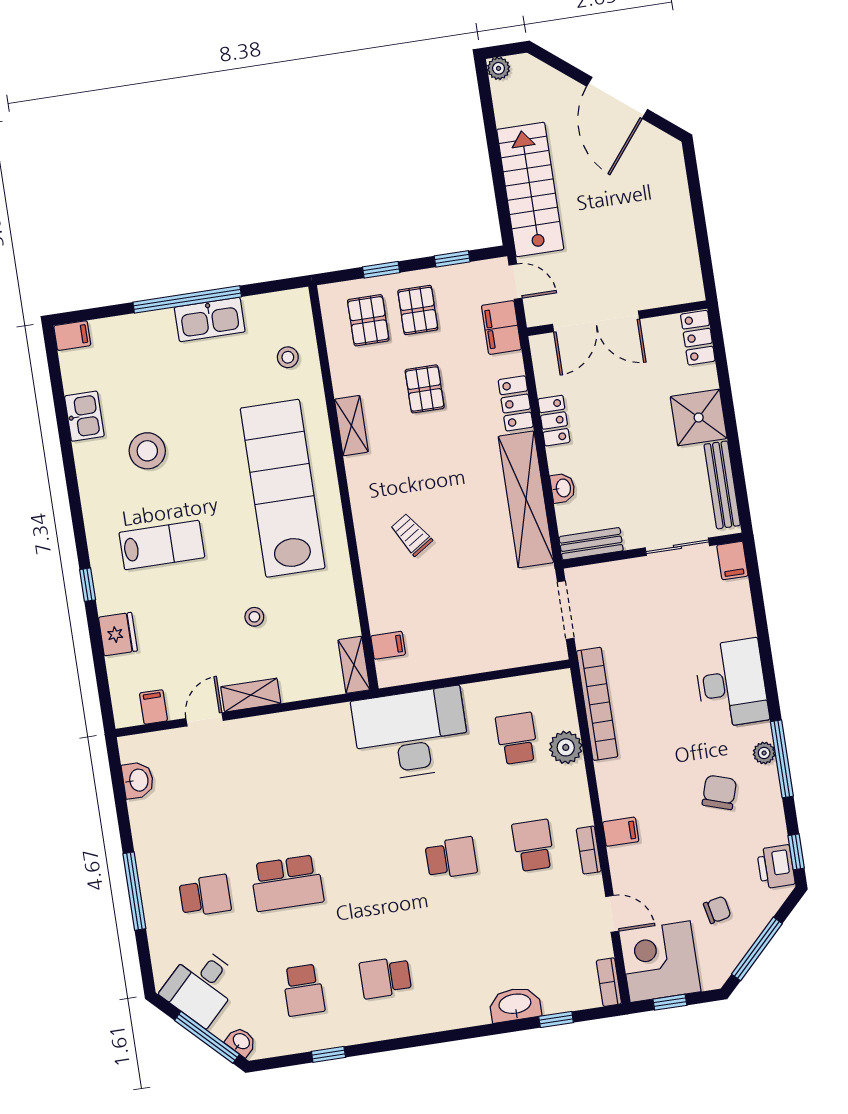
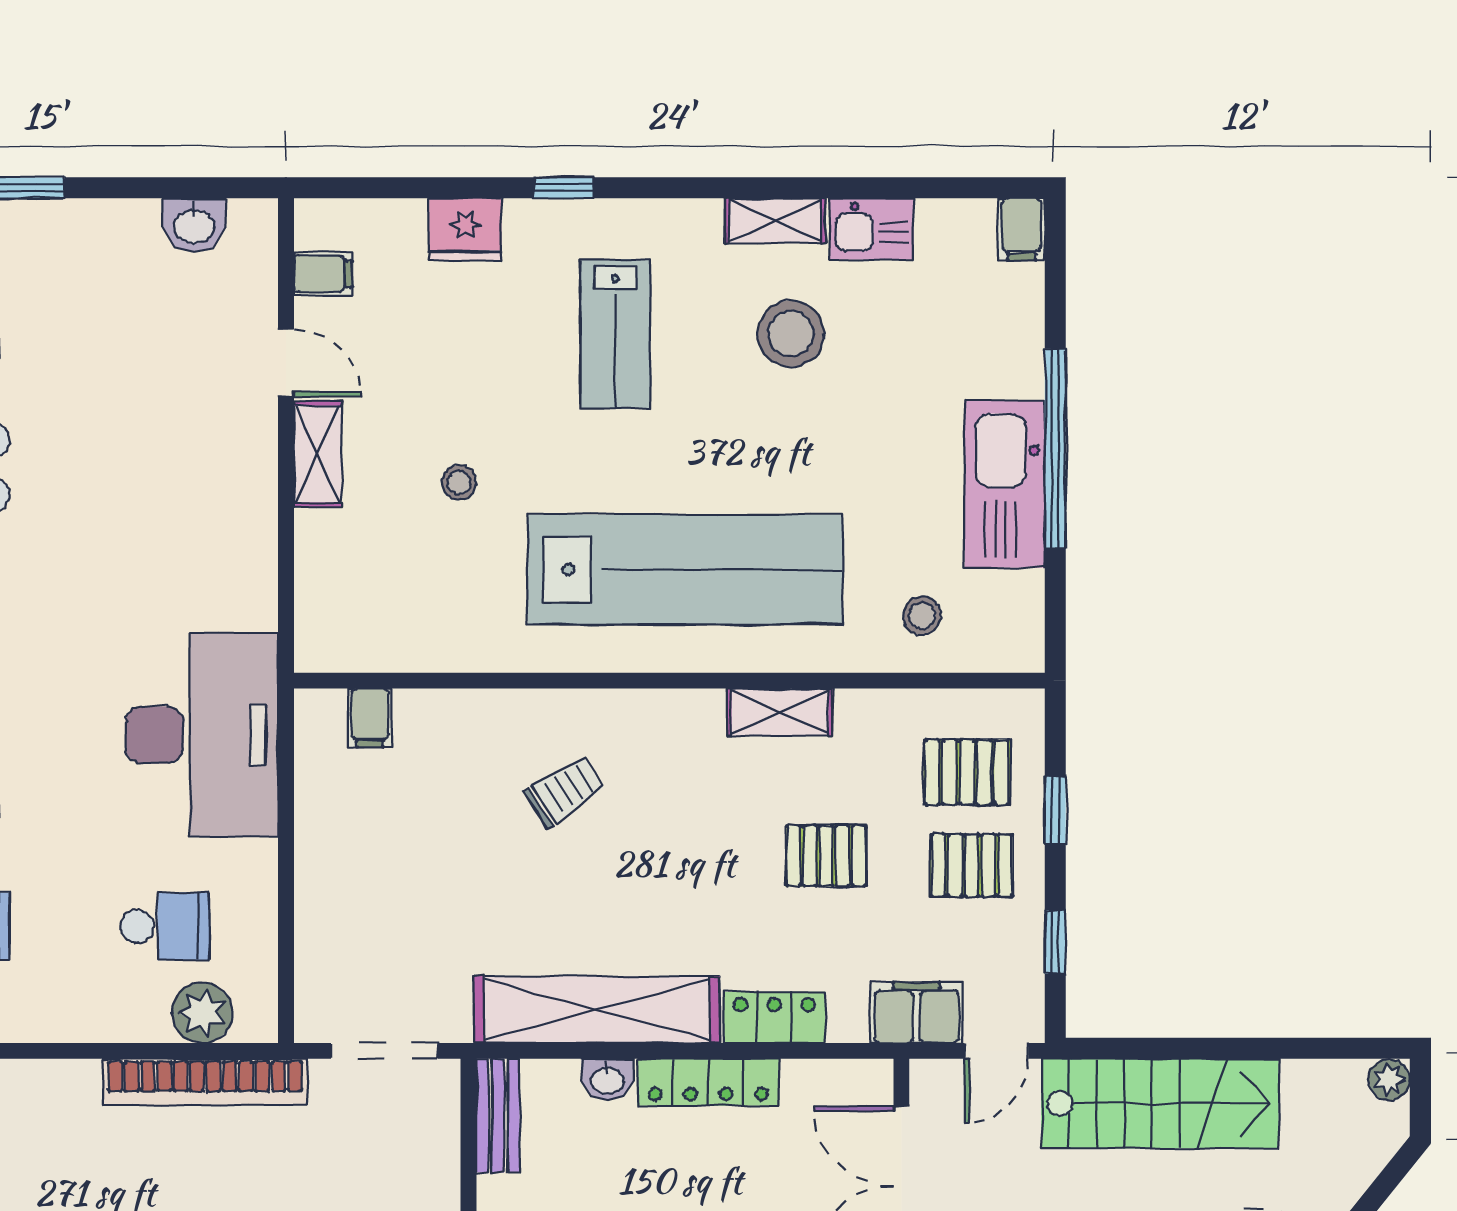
kitchen sink: (210, 319) -> (1005, 484), width x1.36, depth x1.24
locker: (554, 421) -> (708, 1082), width x1.53
shelving: (354, 665) -> (775, 221), moved
plant: (566, 747) -> (202, 1013), moved

